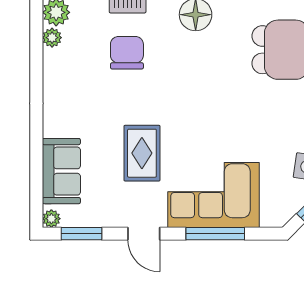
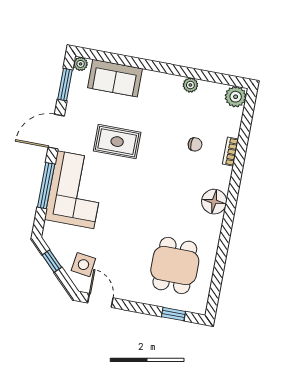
plant: (52, 38) -> (190, 85), moved
chair: (127, 53) -> (195, 144), width x0.54, depth x0.54
door: (144, 234) -> (56, 132), width x1.38

